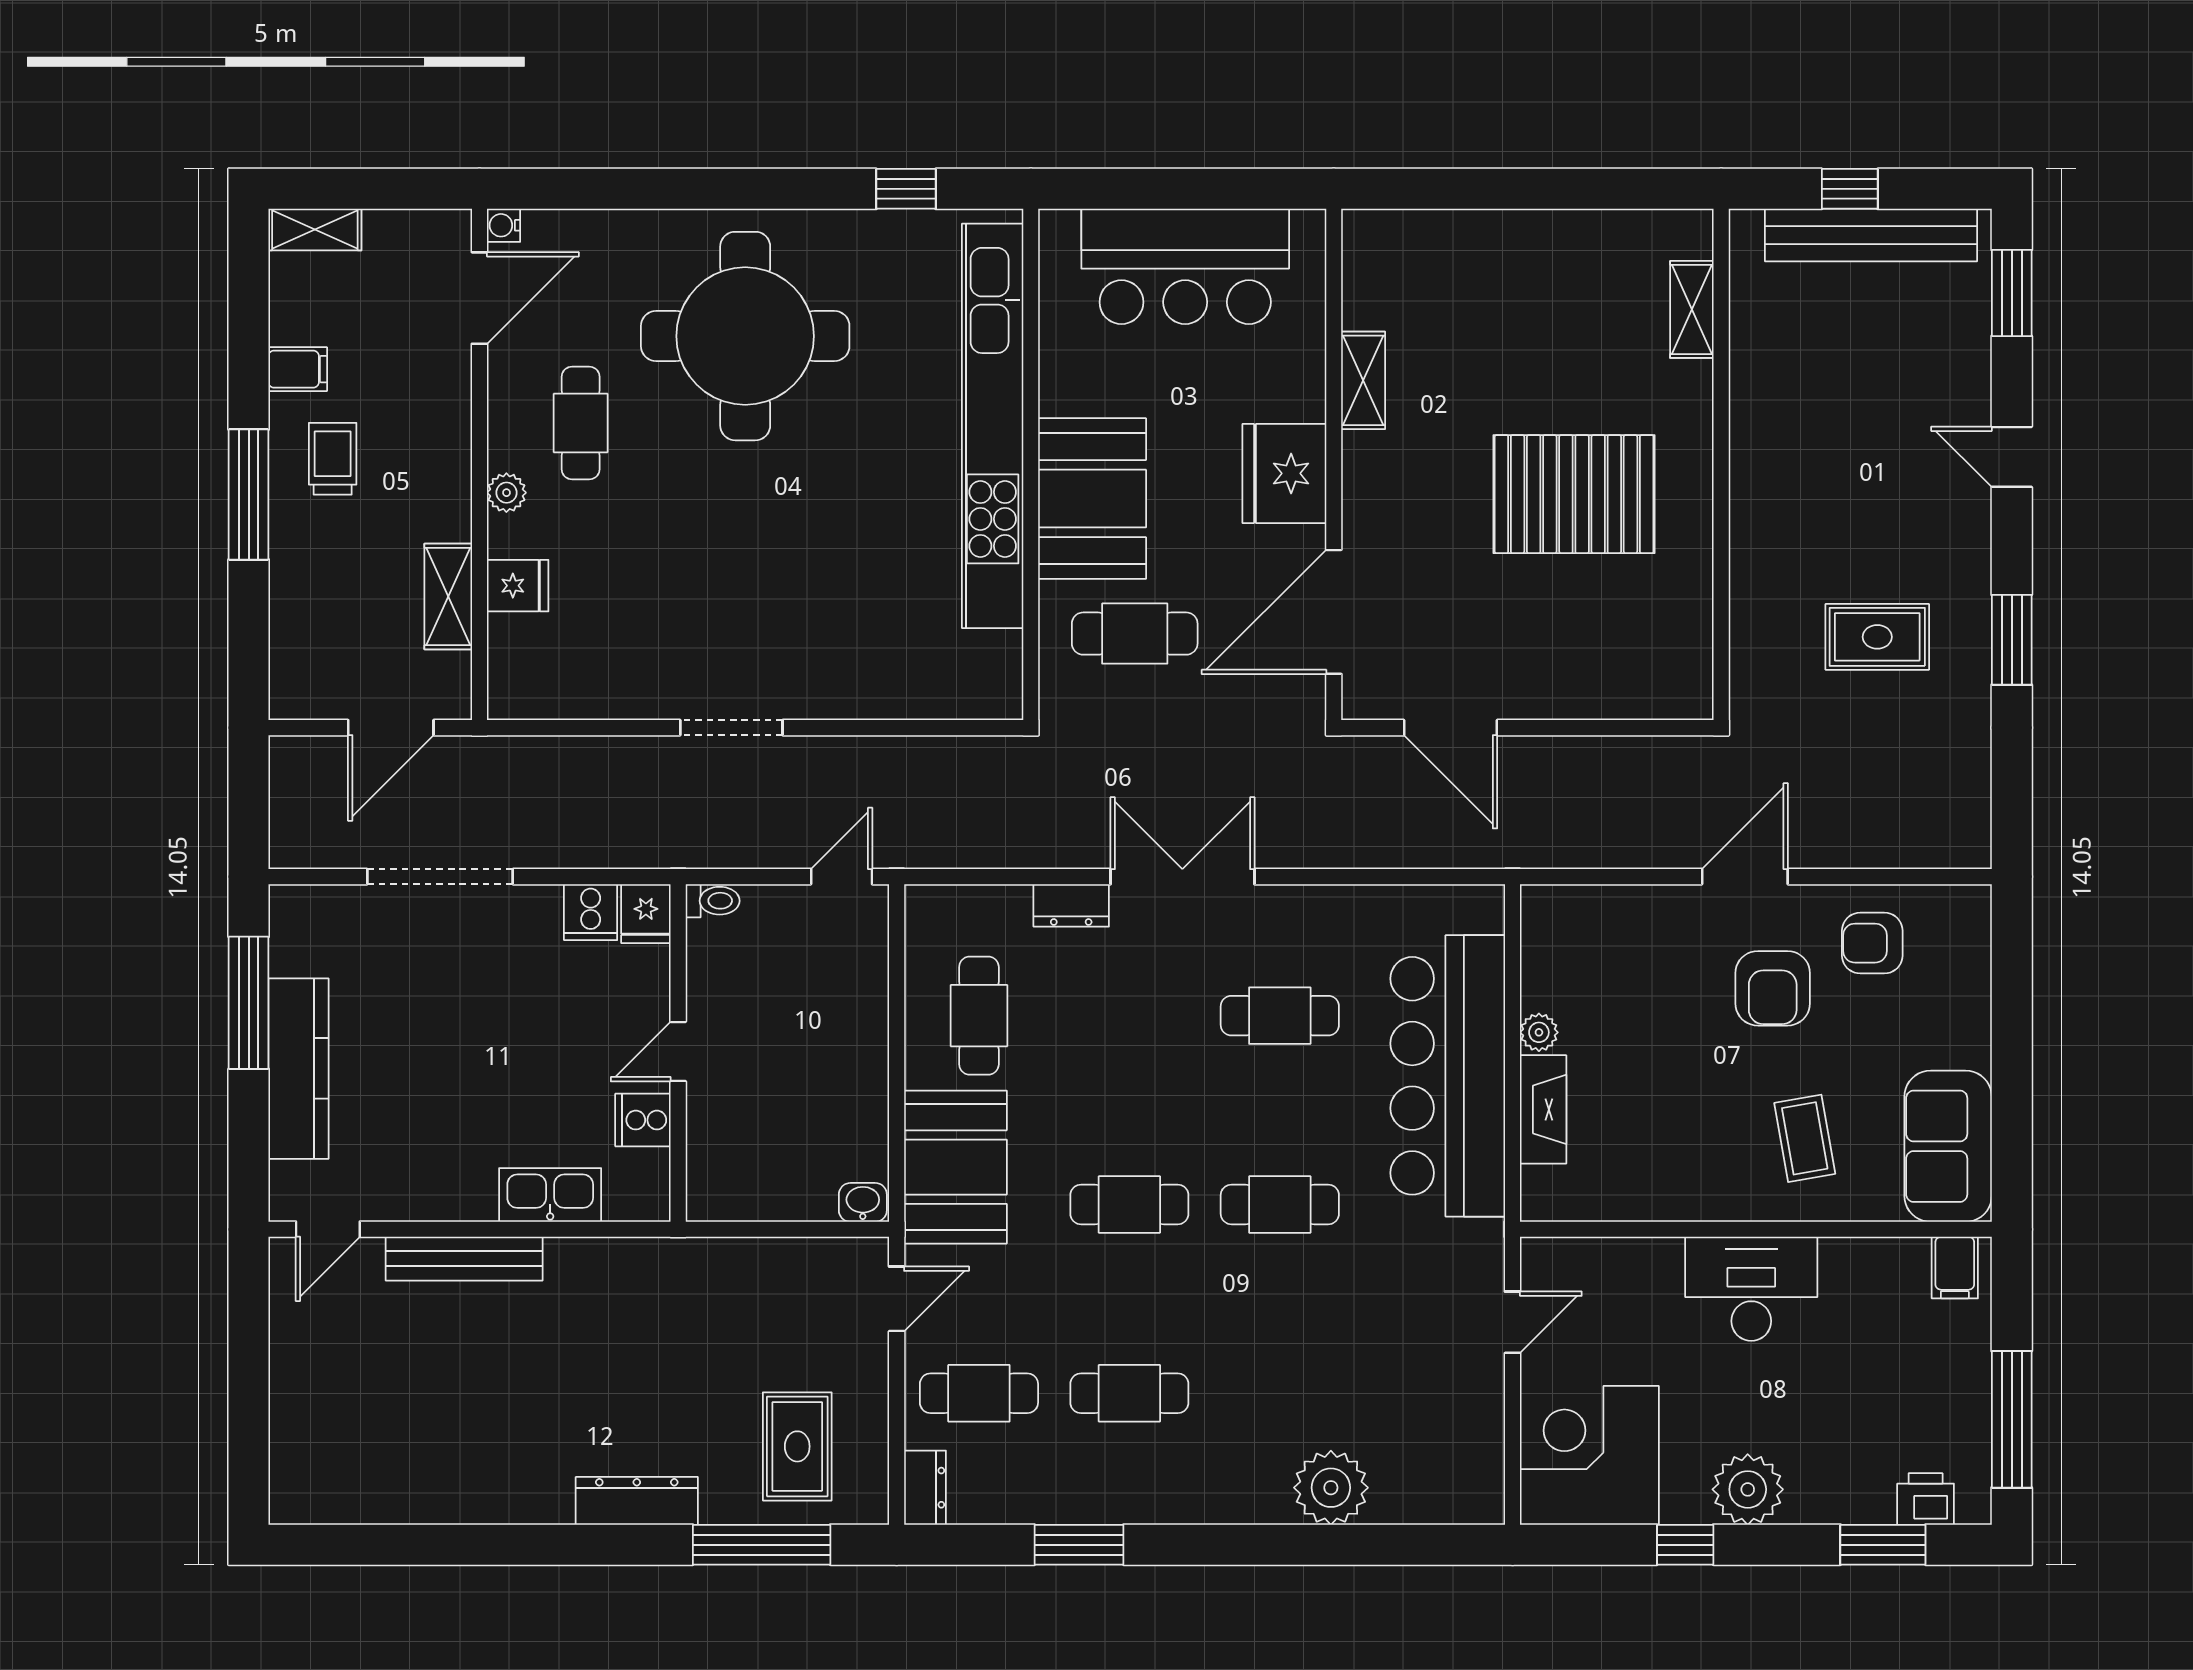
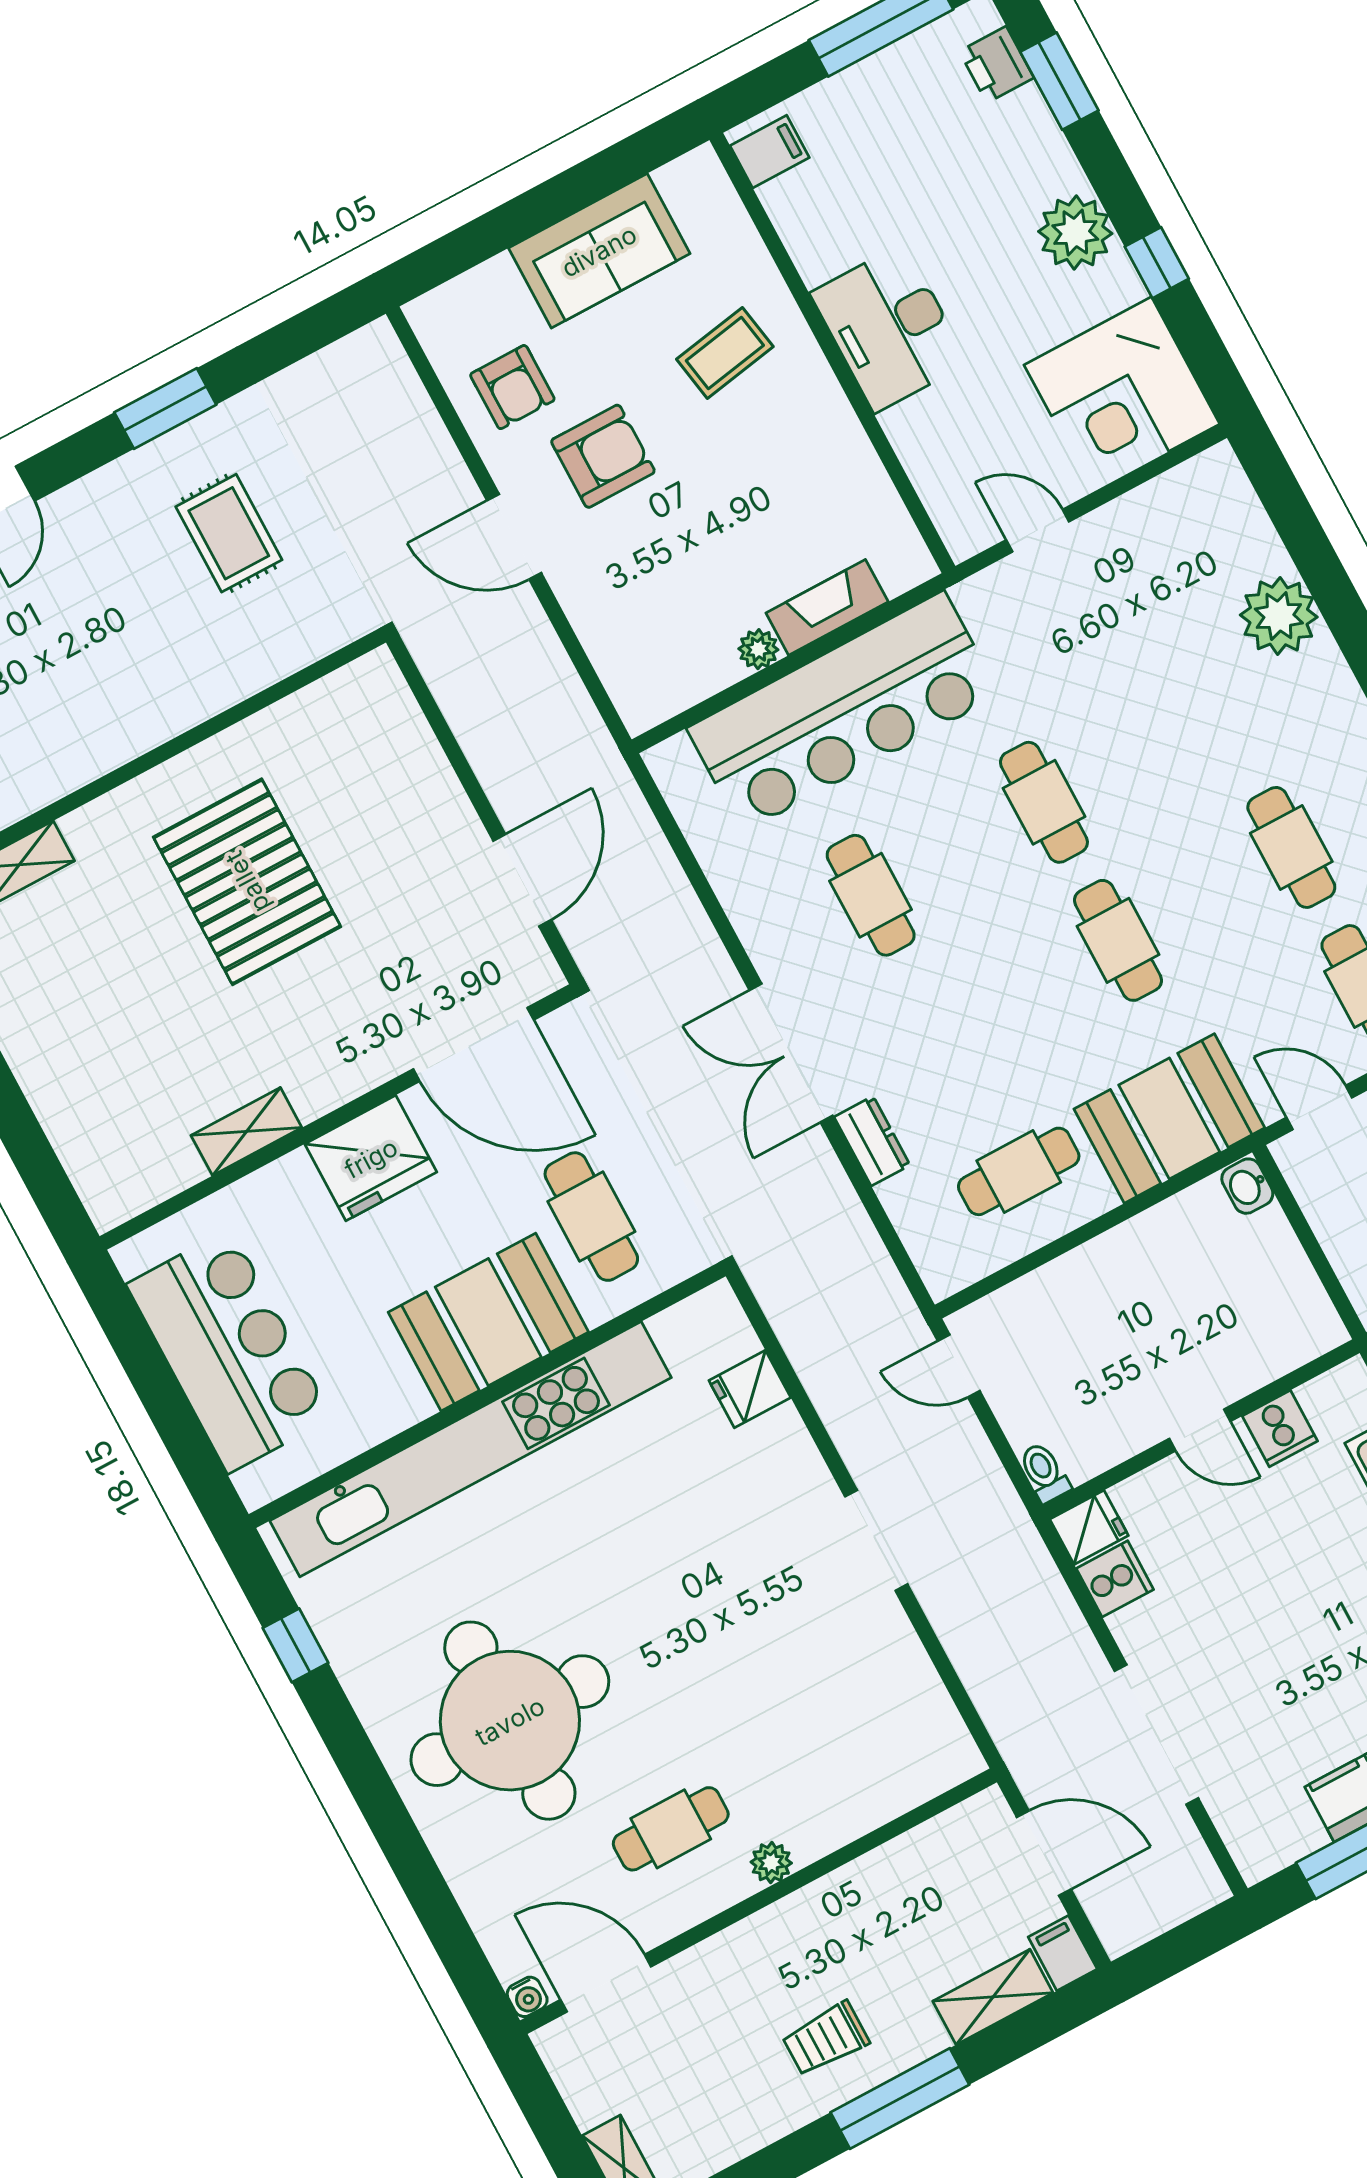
filing cabinet: (298, 369) -> (1063, 1953), moved
fridge: (518, 586) -> (750, 1389), moved, turned -90
shelving: (448, 596) -> (993, 1997), moved
sofa: (1948, 1146) -> (599, 251), moved

